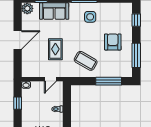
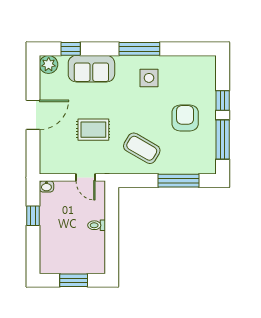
window: (136, 20) -> (223, 100), moved
rug: (55, 49) -> (93, 130), turned 90
door: (50, 79) -> (85, 177), hinge flipped

